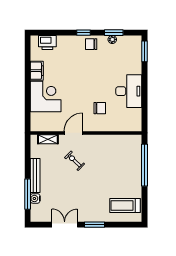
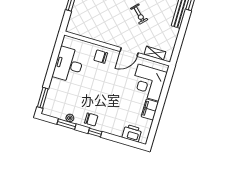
door: (73, 133) -> (129, 52), moved
wall: (86, 133) -> (117, 48), moved
shelving: (48, 139) -> (155, 53), moved

